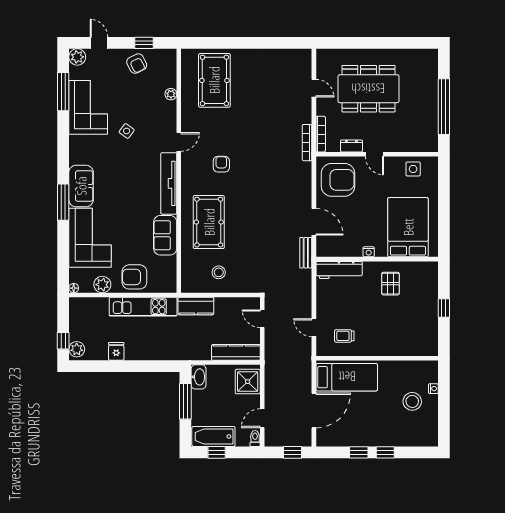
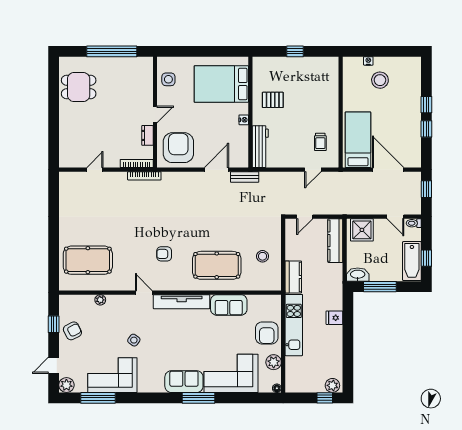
dining table: (368, 89) -> (79, 87), moved, width x0.53, depth x0.80
fridge: (116, 351) -> (334, 318), moved

